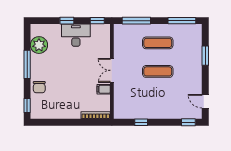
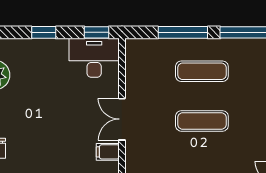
window: (136, 21) -> (183, 32), moved
desk: (76, 35) -> (94, 58), moved

